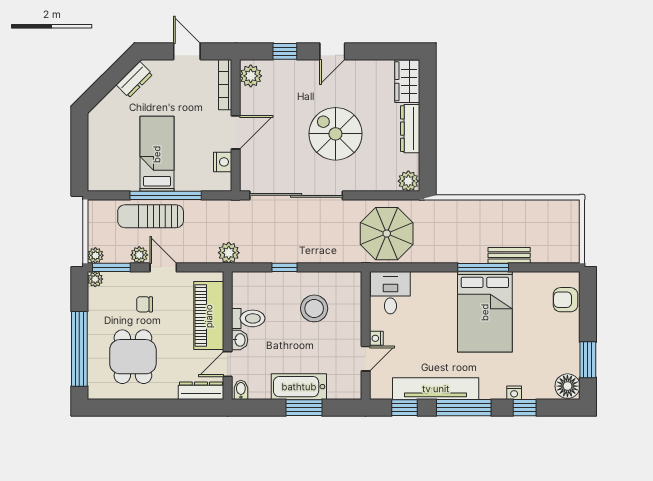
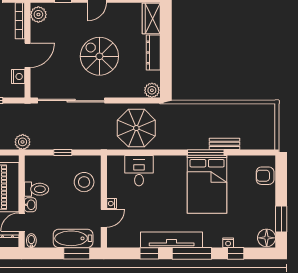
wall: (366, 336) -> (104, 202), moved
nightstand: (376, 338) -> (112, 204), moved
door: (366, 359) -> (104, 218), moved

